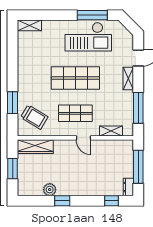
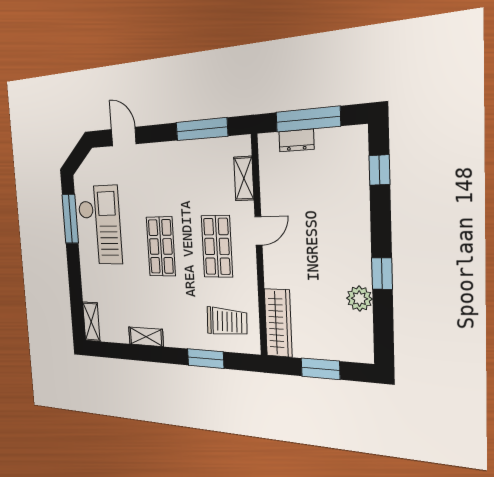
shop shelf: (75, 78) -> (161, 246), width x0.70, depth x0.74
shelving: (128, 78) -> (146, 337), moved
trolley: (34, 117) -> (227, 322), turned 61
dresser: (128, 187) -> (296, 140), moved

